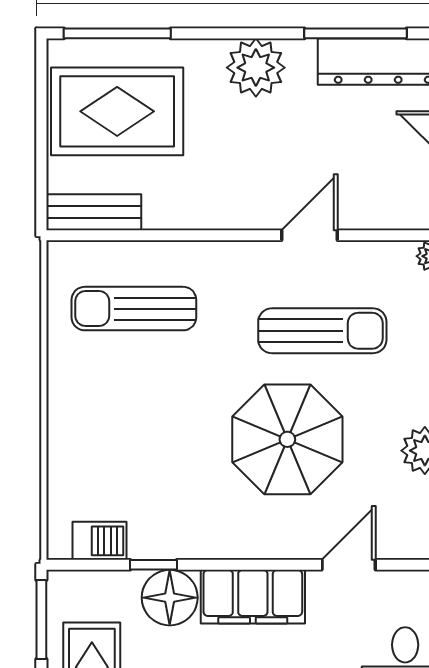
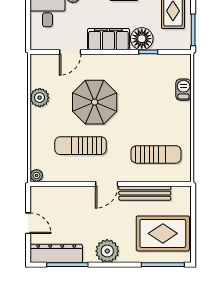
bench: (94, 212) -> (145, 193), moved, width x1.36
door: (310, 235) -> (107, 184), moved
barbecue: (99, 541) -> (183, 90), moved, turned 90

